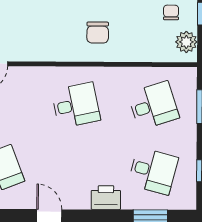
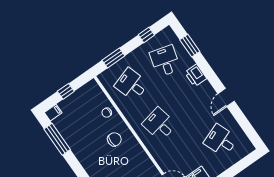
chair: (171, 12) -> (107, 113), moved
plant: (186, 42) -> (87, 91), removed

